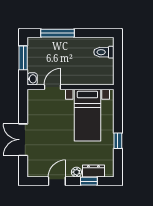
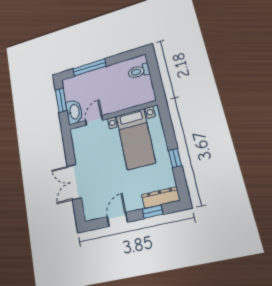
washbasin: (32, 79) -> (74, 112), width x1.91, depth x1.45
dresser: (93, 171) -> (161, 198), width x1.44
plant: (76, 172) -> (137, 204), removed

